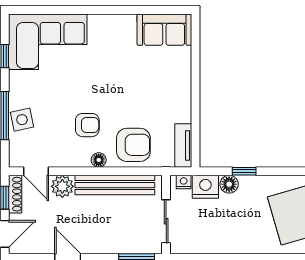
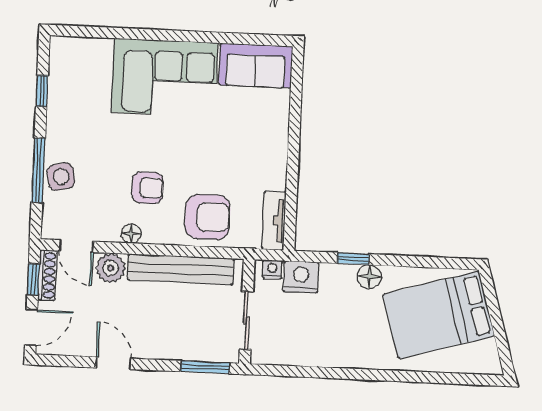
corner sofa: (48, 42) -> (165, 78), moved
floor lamp: (99, 160) -> (131, 234), moved
floor lamp: (229, 184) -> (369, 277), moved

